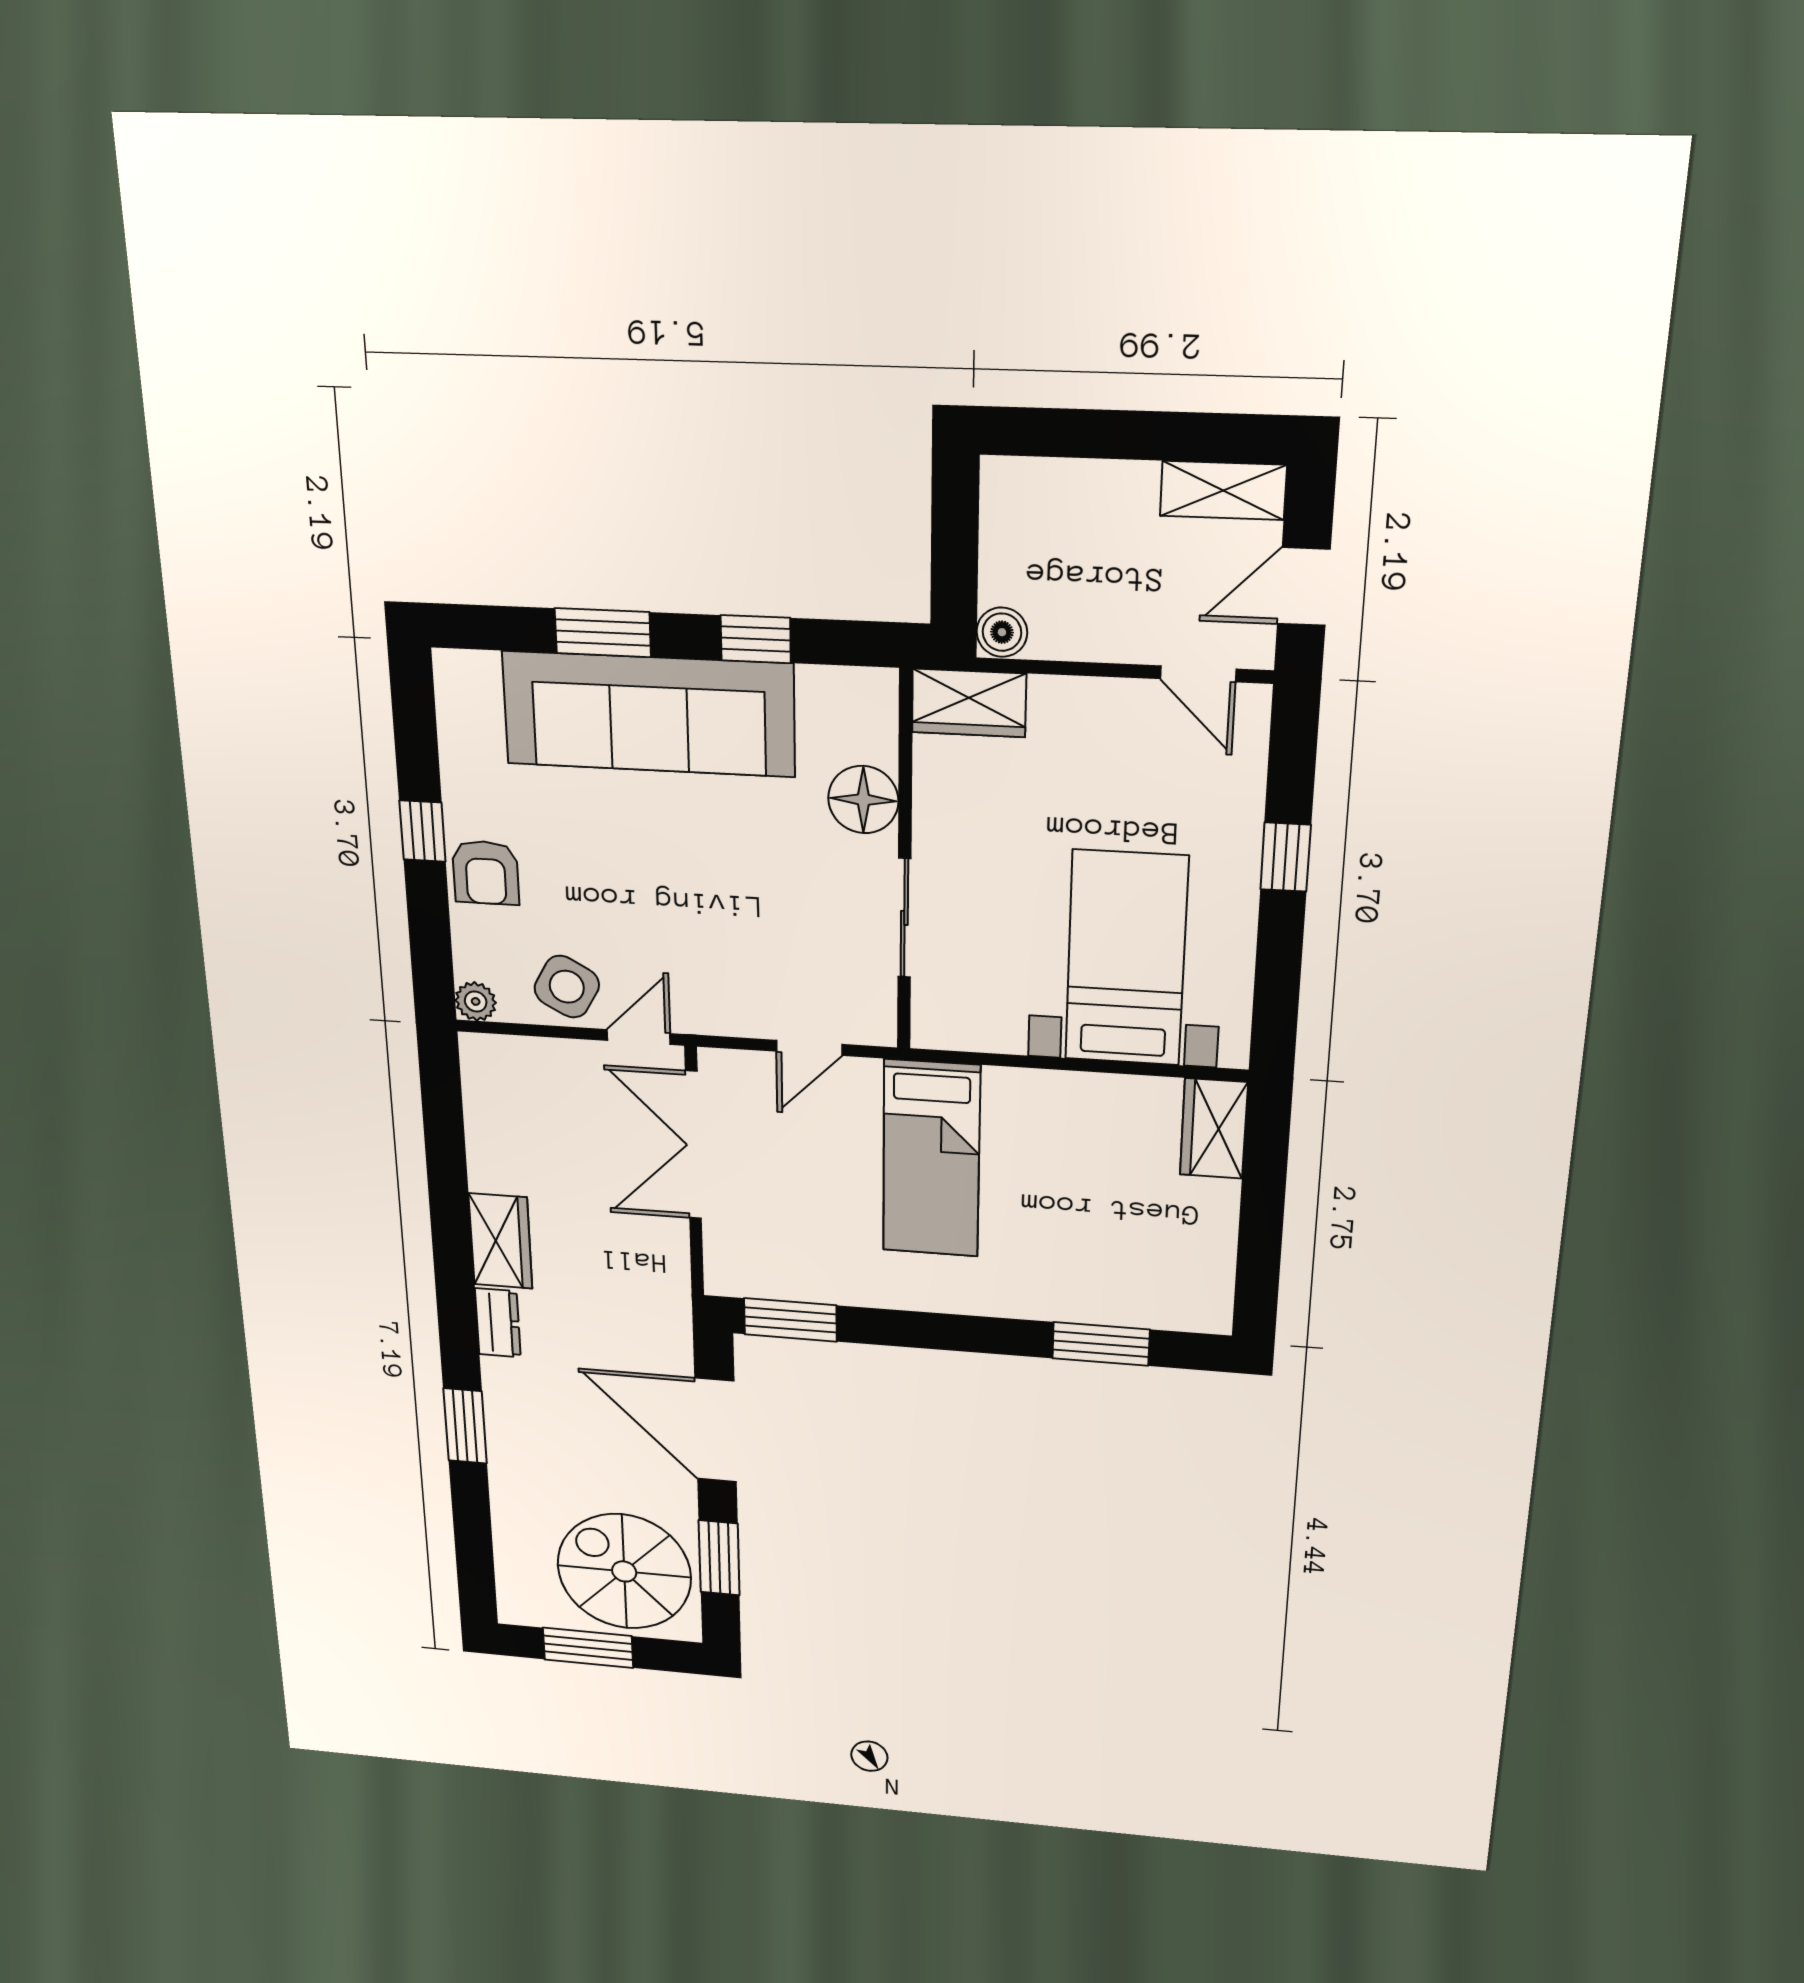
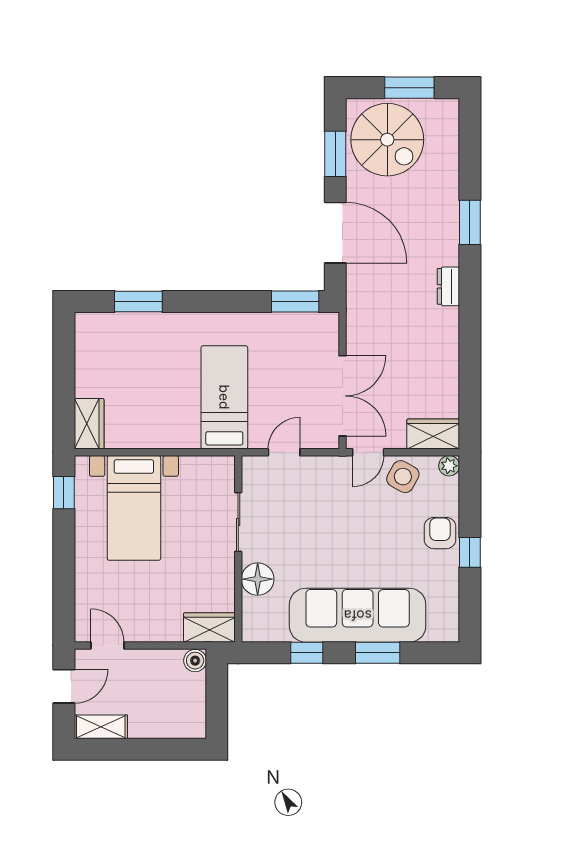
window: (1286, 857) -> (64, 493), moved
wardrobe: (500, 1241) -> (433, 434), moved, turned 90

